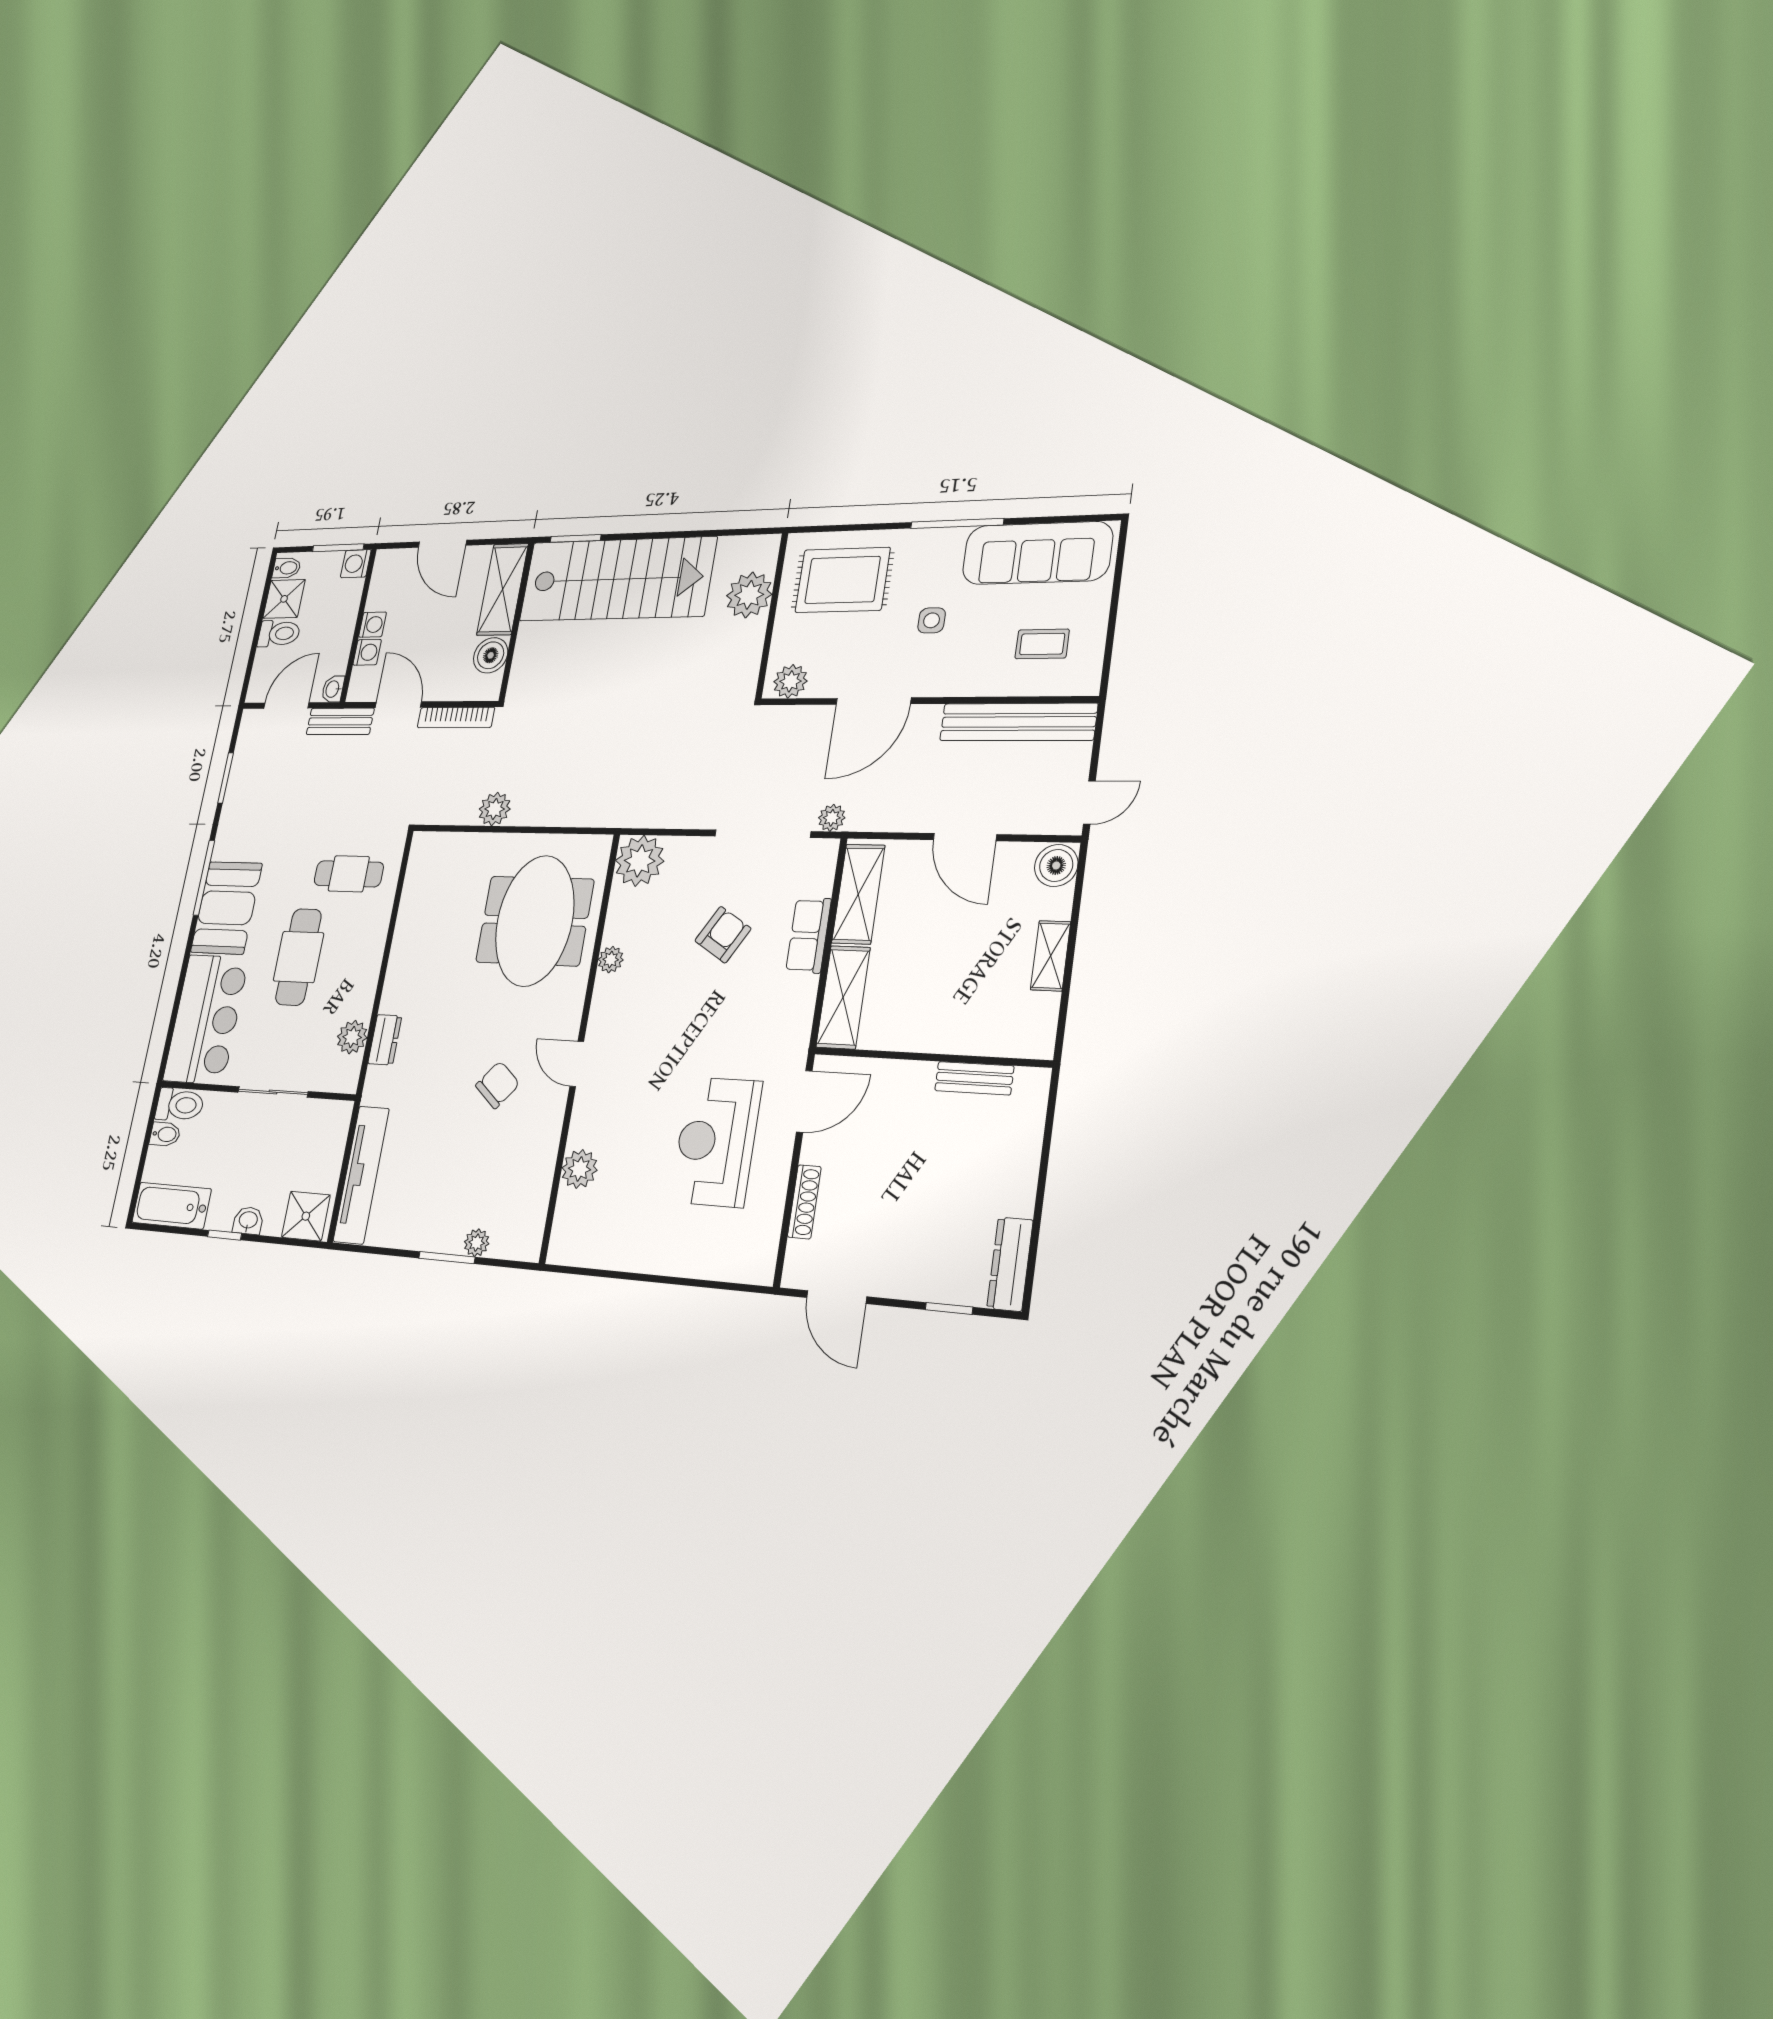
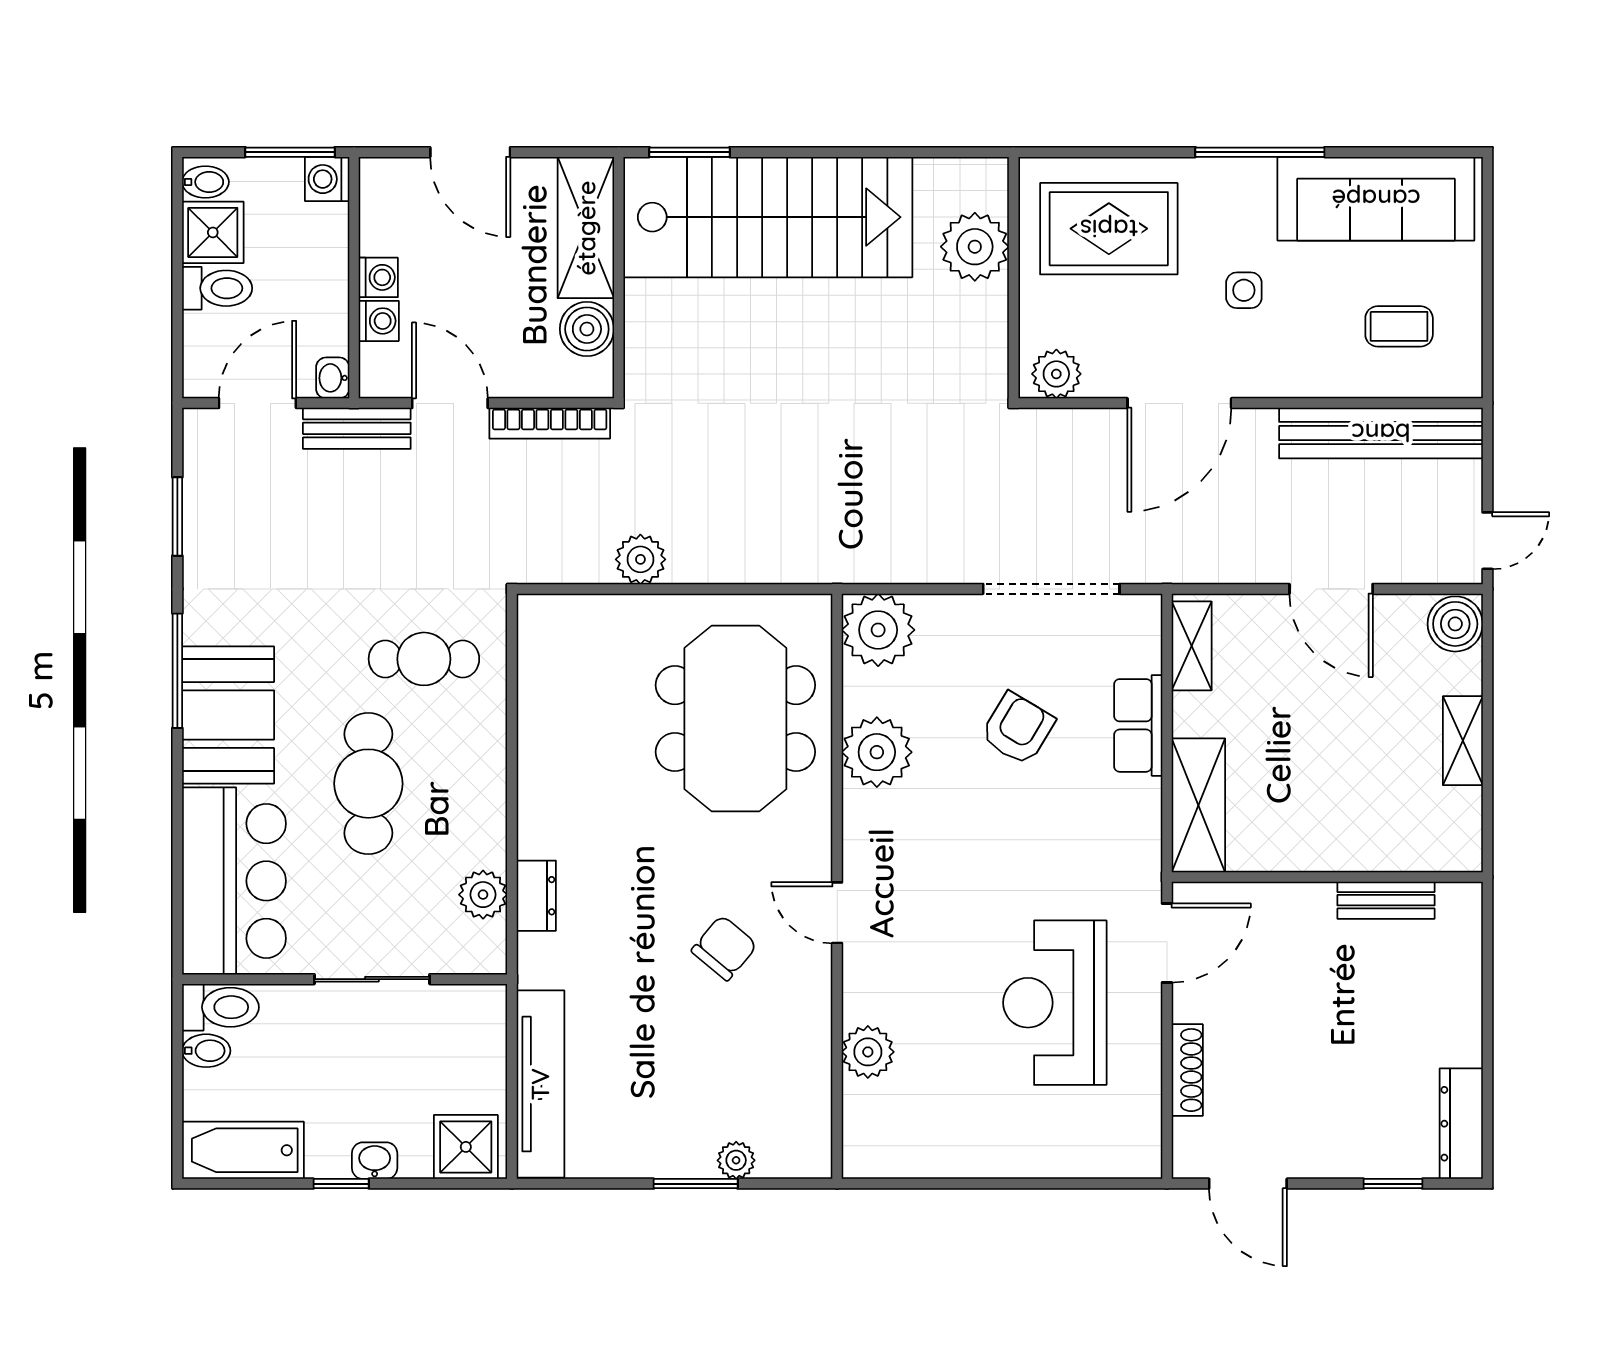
plant: (832, 818) -> (1146, 565), removed
shelving: (858, 894) -> (1192, 646), width x0.67, depth x0.75
plant: (611, 960) -> (877, 752), width x1.87, depth x1.87

